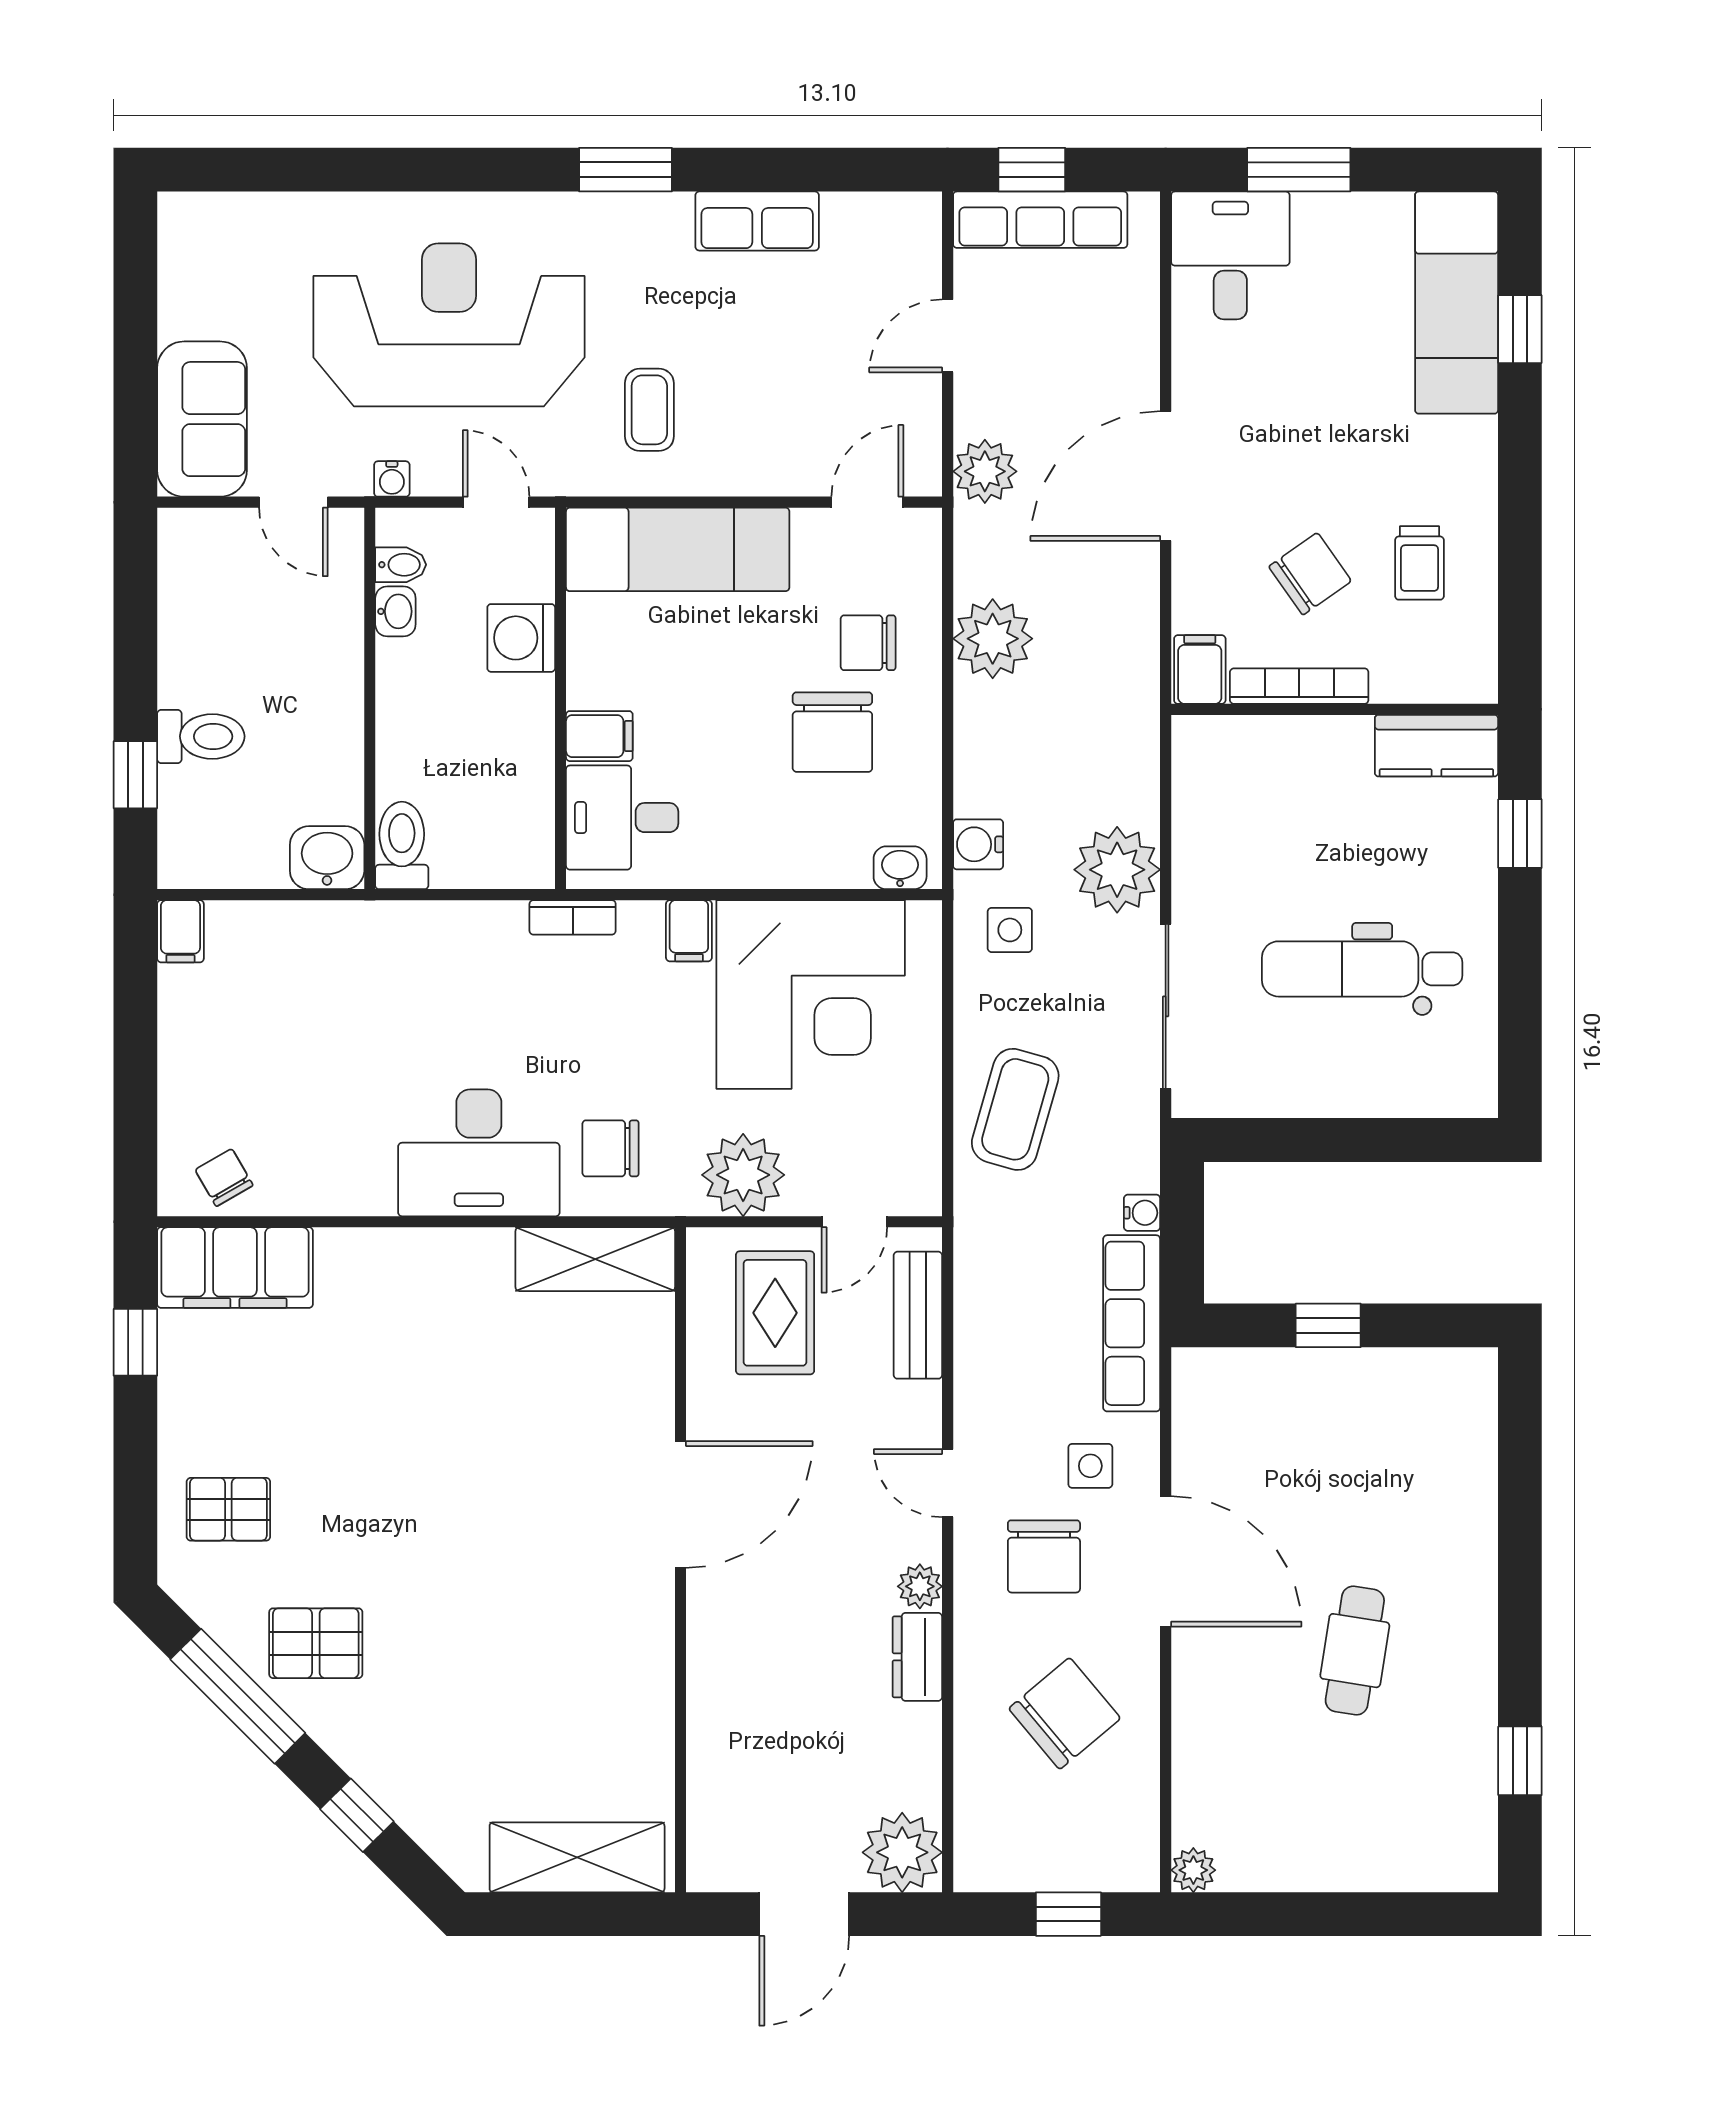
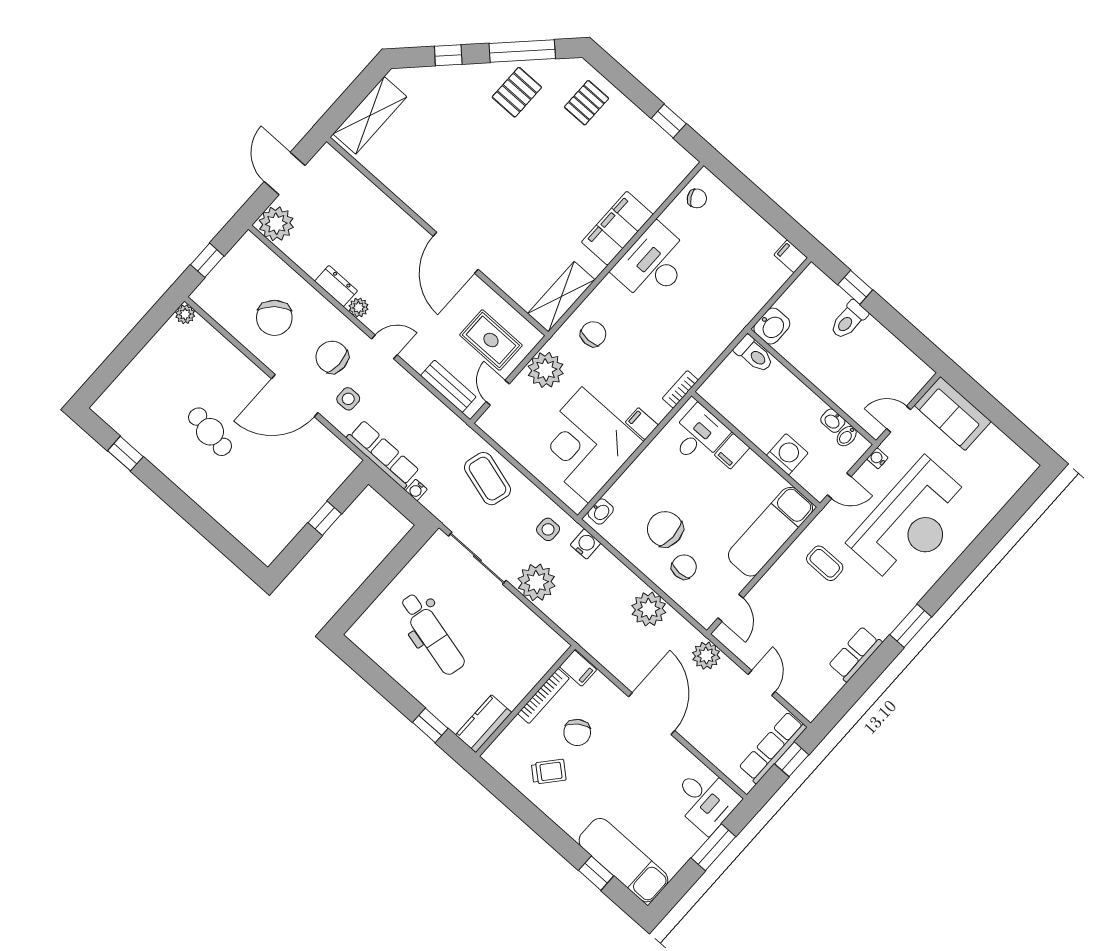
trolley: (1419, 563) -> (549, 772), turned 131
dental chair: (1362, 969) -> (432, 634), turned 104
desk: (479, 1153) -> (653, 264), moved
filing cabinet: (235, 1268) -> (617, 228), moved

